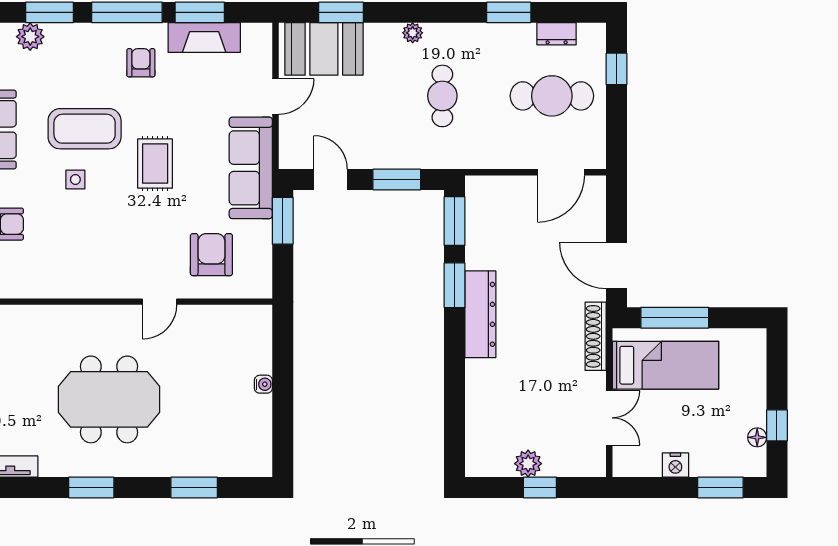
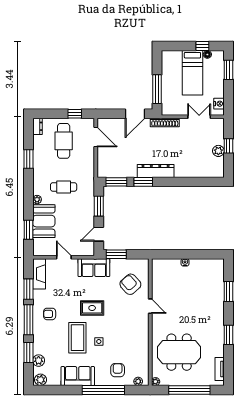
dresser: (557, 34) -> (37, 126), moved
fireplace: (204, 38) -> (39, 274), moved
booth: (324, 49) -> (44, 221), moved
window: (617, 69) -> (75, 114), moved
sofa: (251, 168) -> (94, 268), width x0.73
armchair: (211, 255) -> (130, 284), turned 48
bed: (666, 365) -> (192, 73), moved, turned 180
meeting table: (109, 399) -> (179, 352), moved, turned 90
nightstand: (675, 465) -> (219, 104), moved

